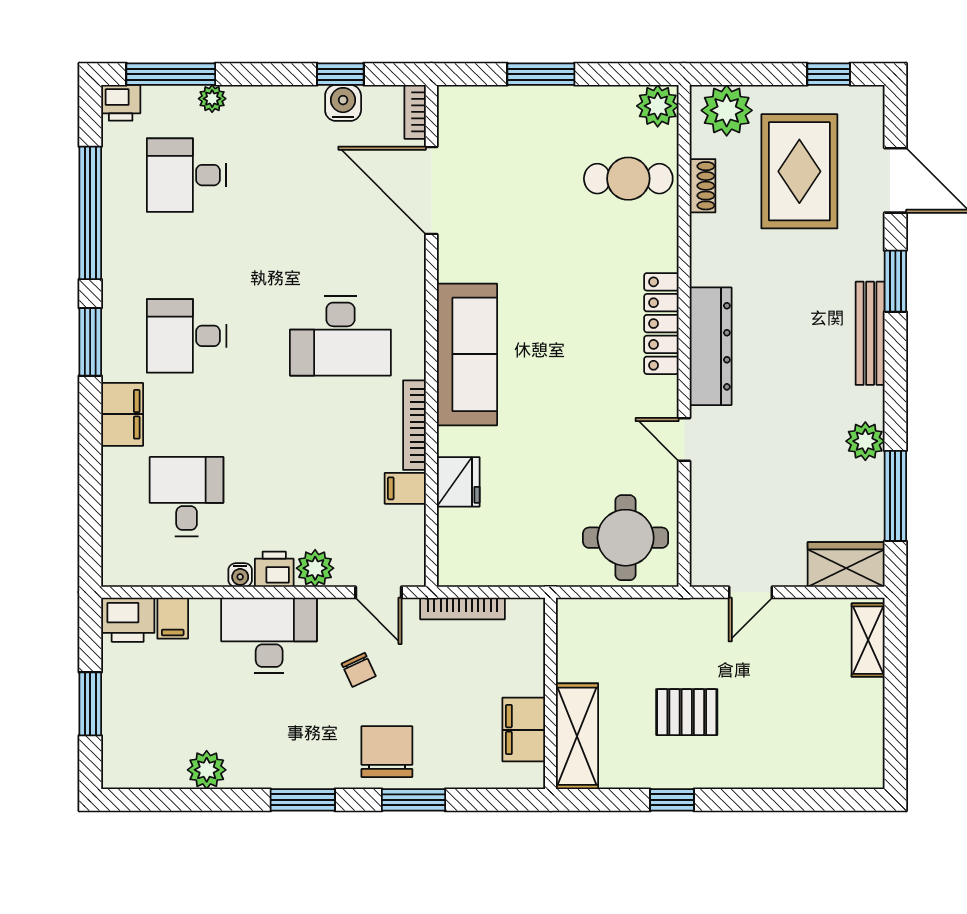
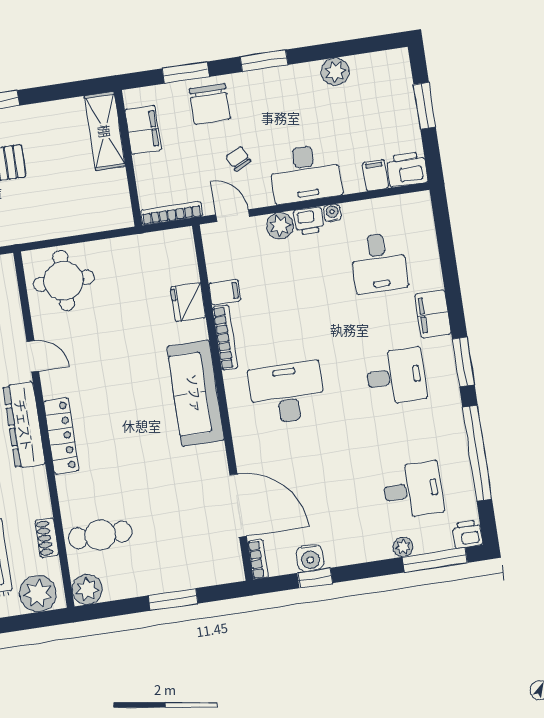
wall: (551, 693) -> (128, 158), moved
filing cabinet: (524, 730) -> (143, 130), moved
shelving: (577, 736) -> (105, 131), moved

